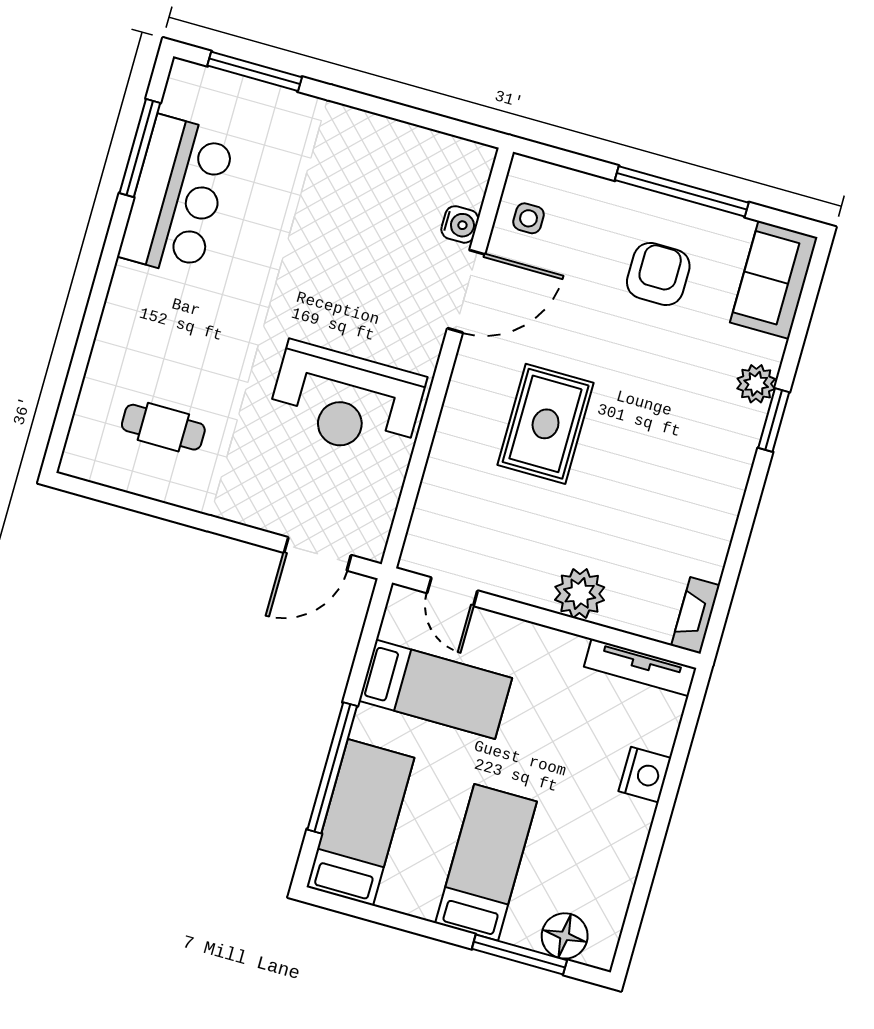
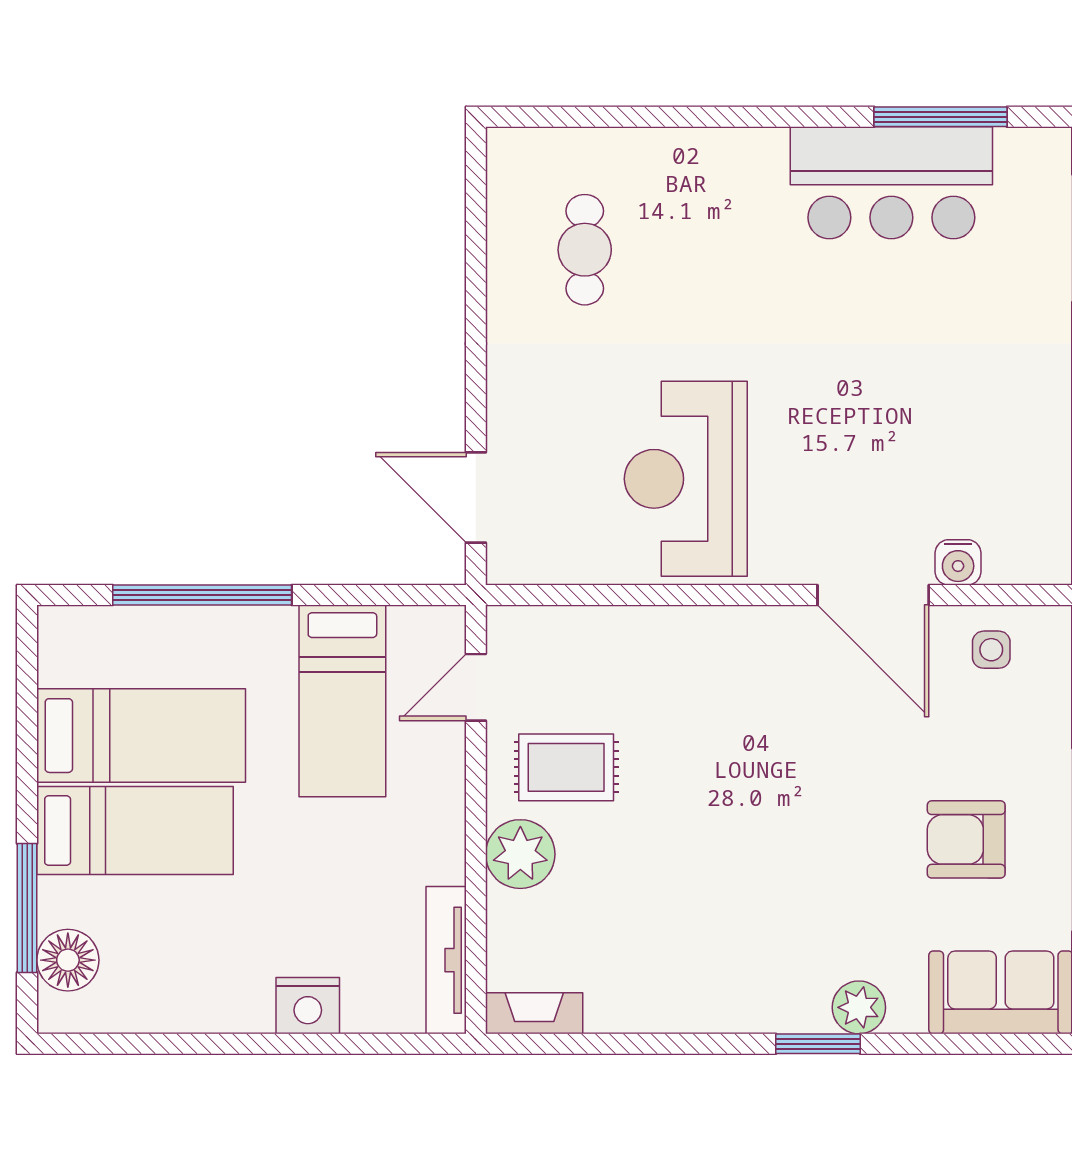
armchair: (658, 274) -> (966, 839), turned 180
rug: (546, 424) -> (566, 767), moved, width x0.73, depth x0.70
bed: (360, 822) -> (141, 736), moved

